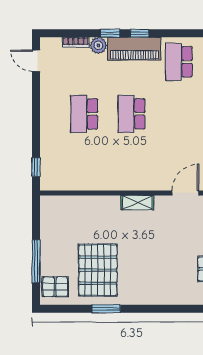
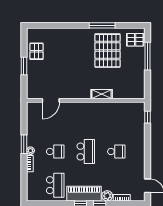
school desk: (84, 114) -> (116, 152), width x0.54
school desk: (179, 114) -> (55, 152), added
shelving: (137, 203) -> (102, 94), moved
window: (106, 309) -> (102, 25), width x1.44

